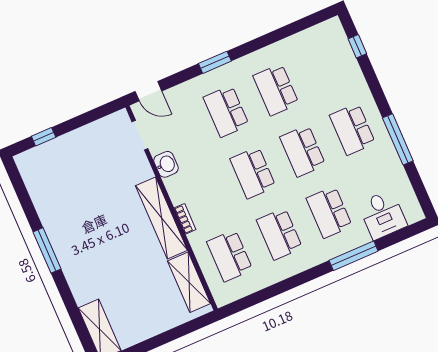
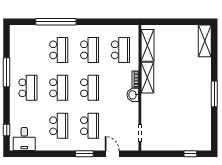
door: (148, 91) -> (112, 154), moved
washbasin: (166, 164) -> (133, 95), moved
desk: (383, 215) -> (24, 139), moved, turned 180
shelving: (162, 218) -> (147, 78), width x0.68
window: (354, 256) -> (56, 22), width x1.46

